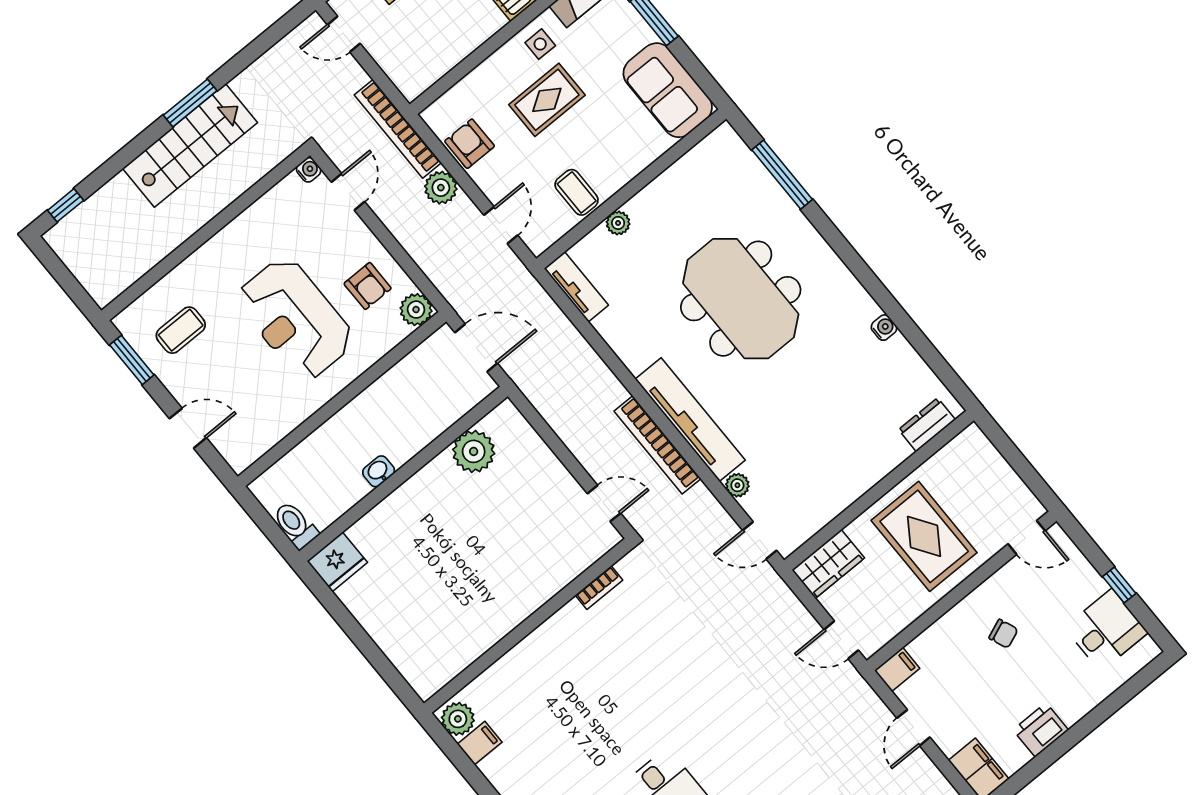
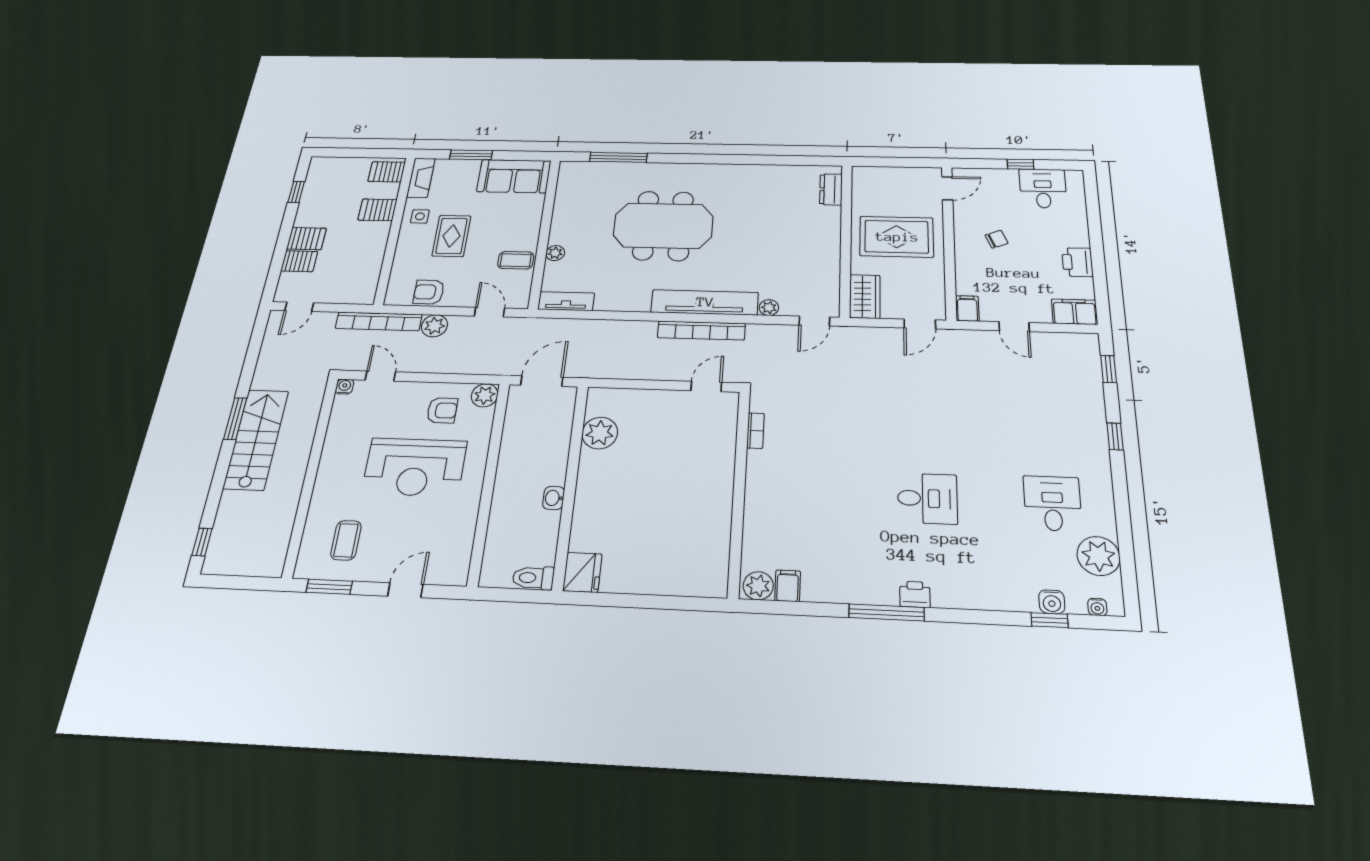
water cooler: (884, 328) -> (754, 171), removed

